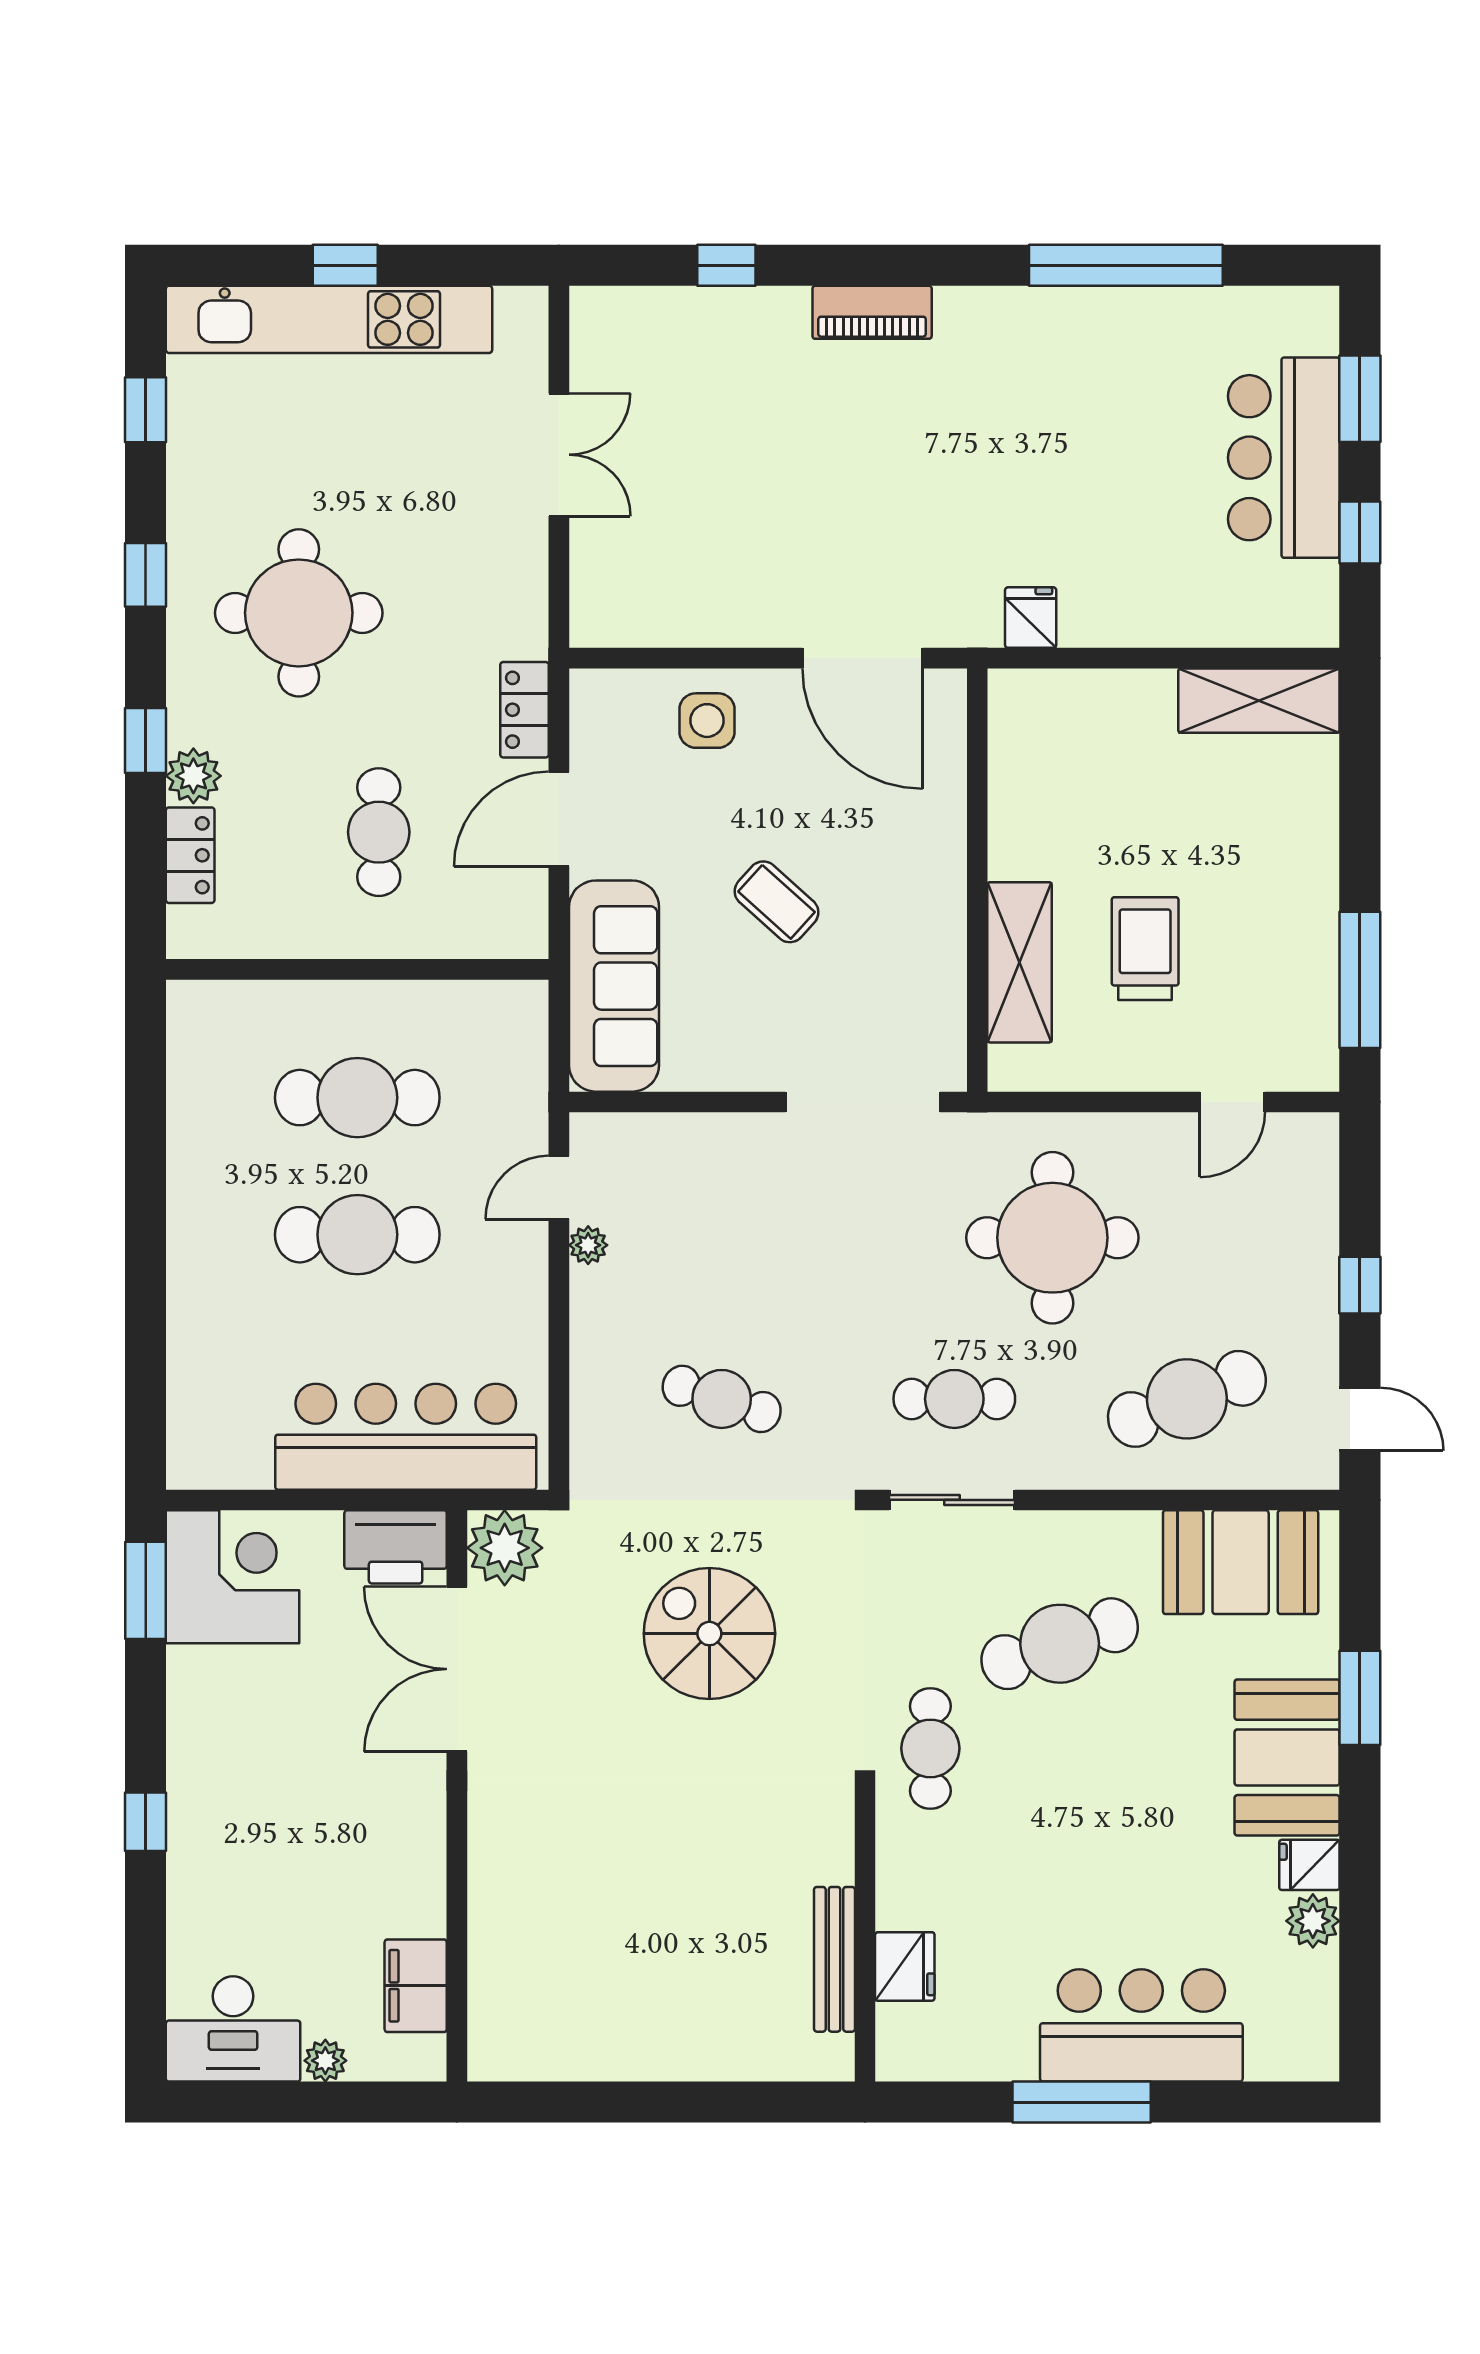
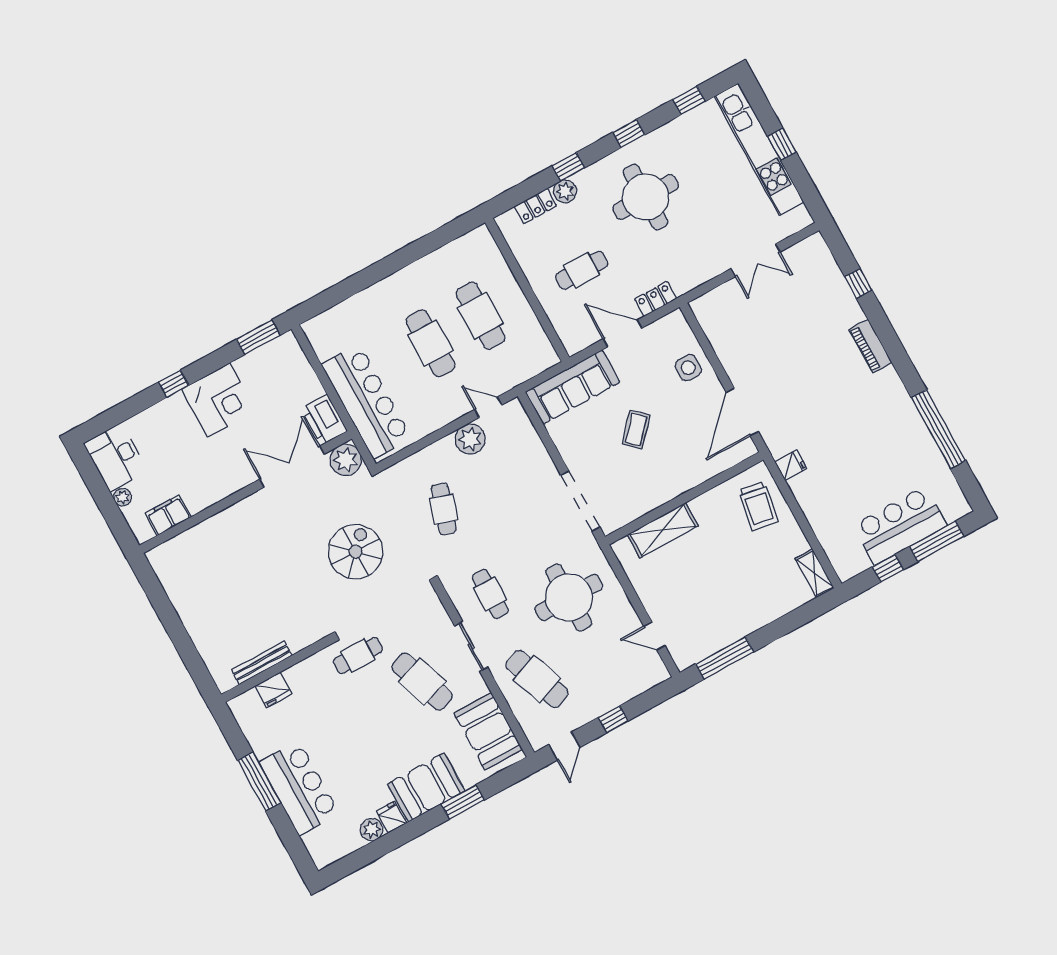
window: (1360, 399) -> (937, 541), width x1.44
shelving: (1259, 701) -> (815, 573), width x0.67, depth x0.75
trolley: (1145, 949) -> (758, 506), moved, turned 100
plant: (588, 1245) -> (470, 439), width x1.88, depth x1.88
sliding door: (952, 1500) -> (471, 647), moved
corner desk: (233, 1577) -> (219, 400), moved

